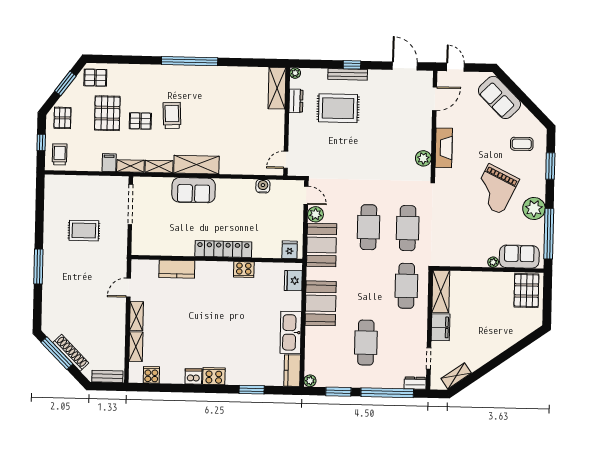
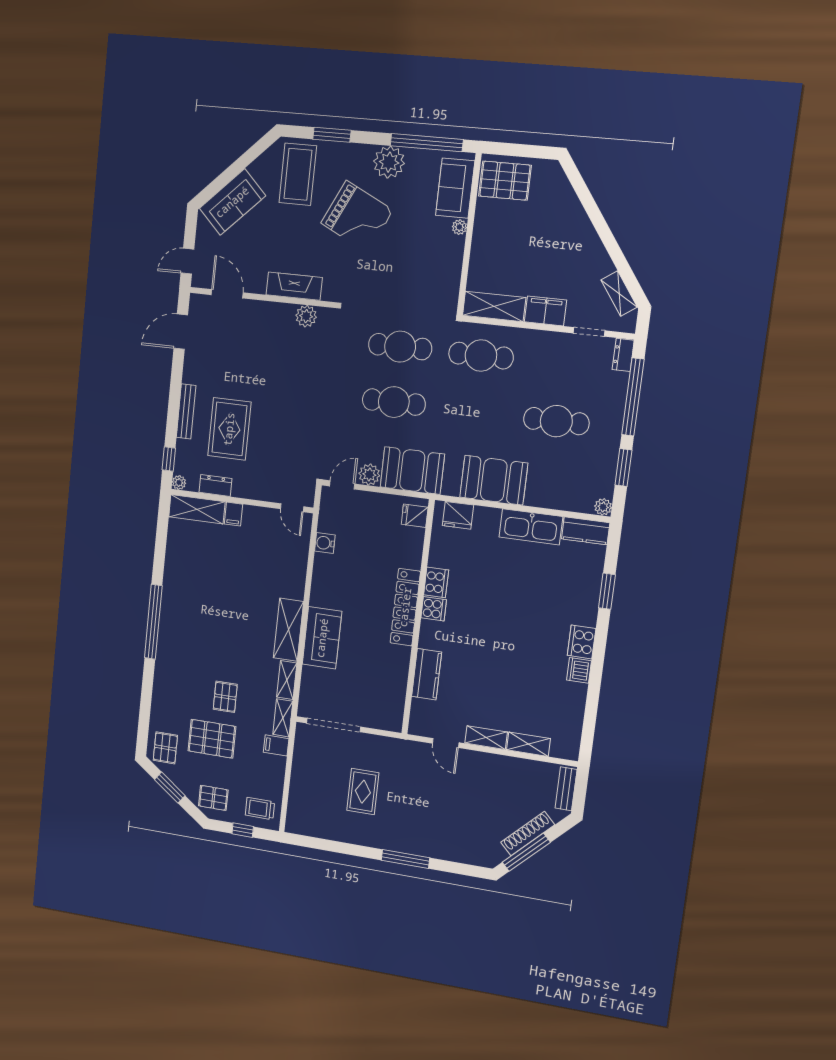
window: (352, 65) -> (169, 459), moved
trolley: (172, 115) -> (221, 654), removed
filing cabinet: (276, 116) -> (233, 514), added
coffee table: (522, 144) -> (298, 174), width x1.86, depth x1.72
cooker: (151, 375) -> (434, 609), moved, turned 180

